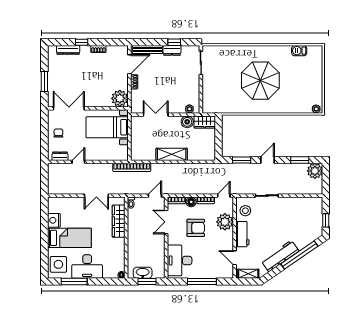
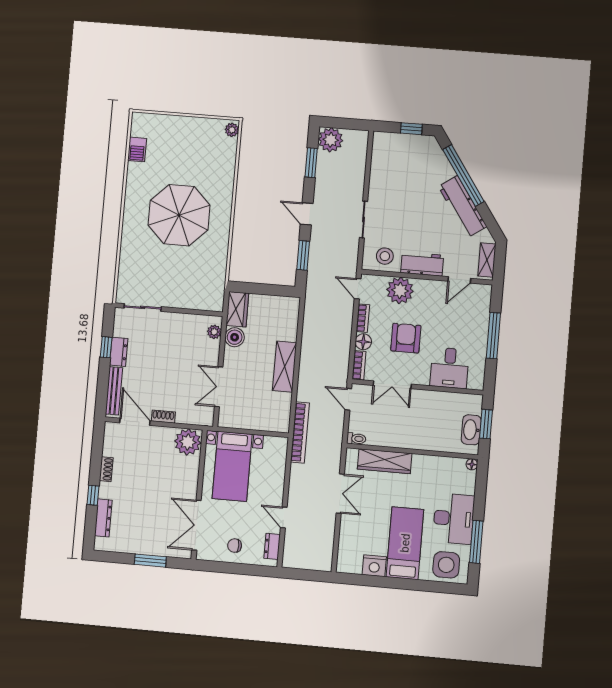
desk: (180, 260) -> (449, 368), width x0.73

